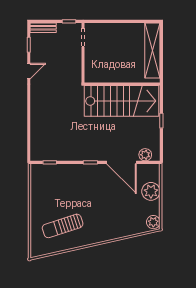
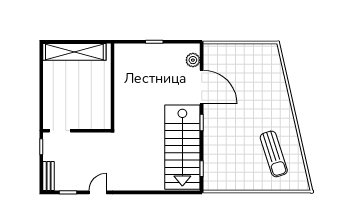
door: (29, 71) -> (98, 192), hinge flipped
stairs: (121, 101) -> (182, 147), moved, turned 180
door: (122, 162) -> (202, 87), hinge flipped
plant: (151, 191) -> (235, 54), removed
plant: (153, 222) -> (269, 51), removed

